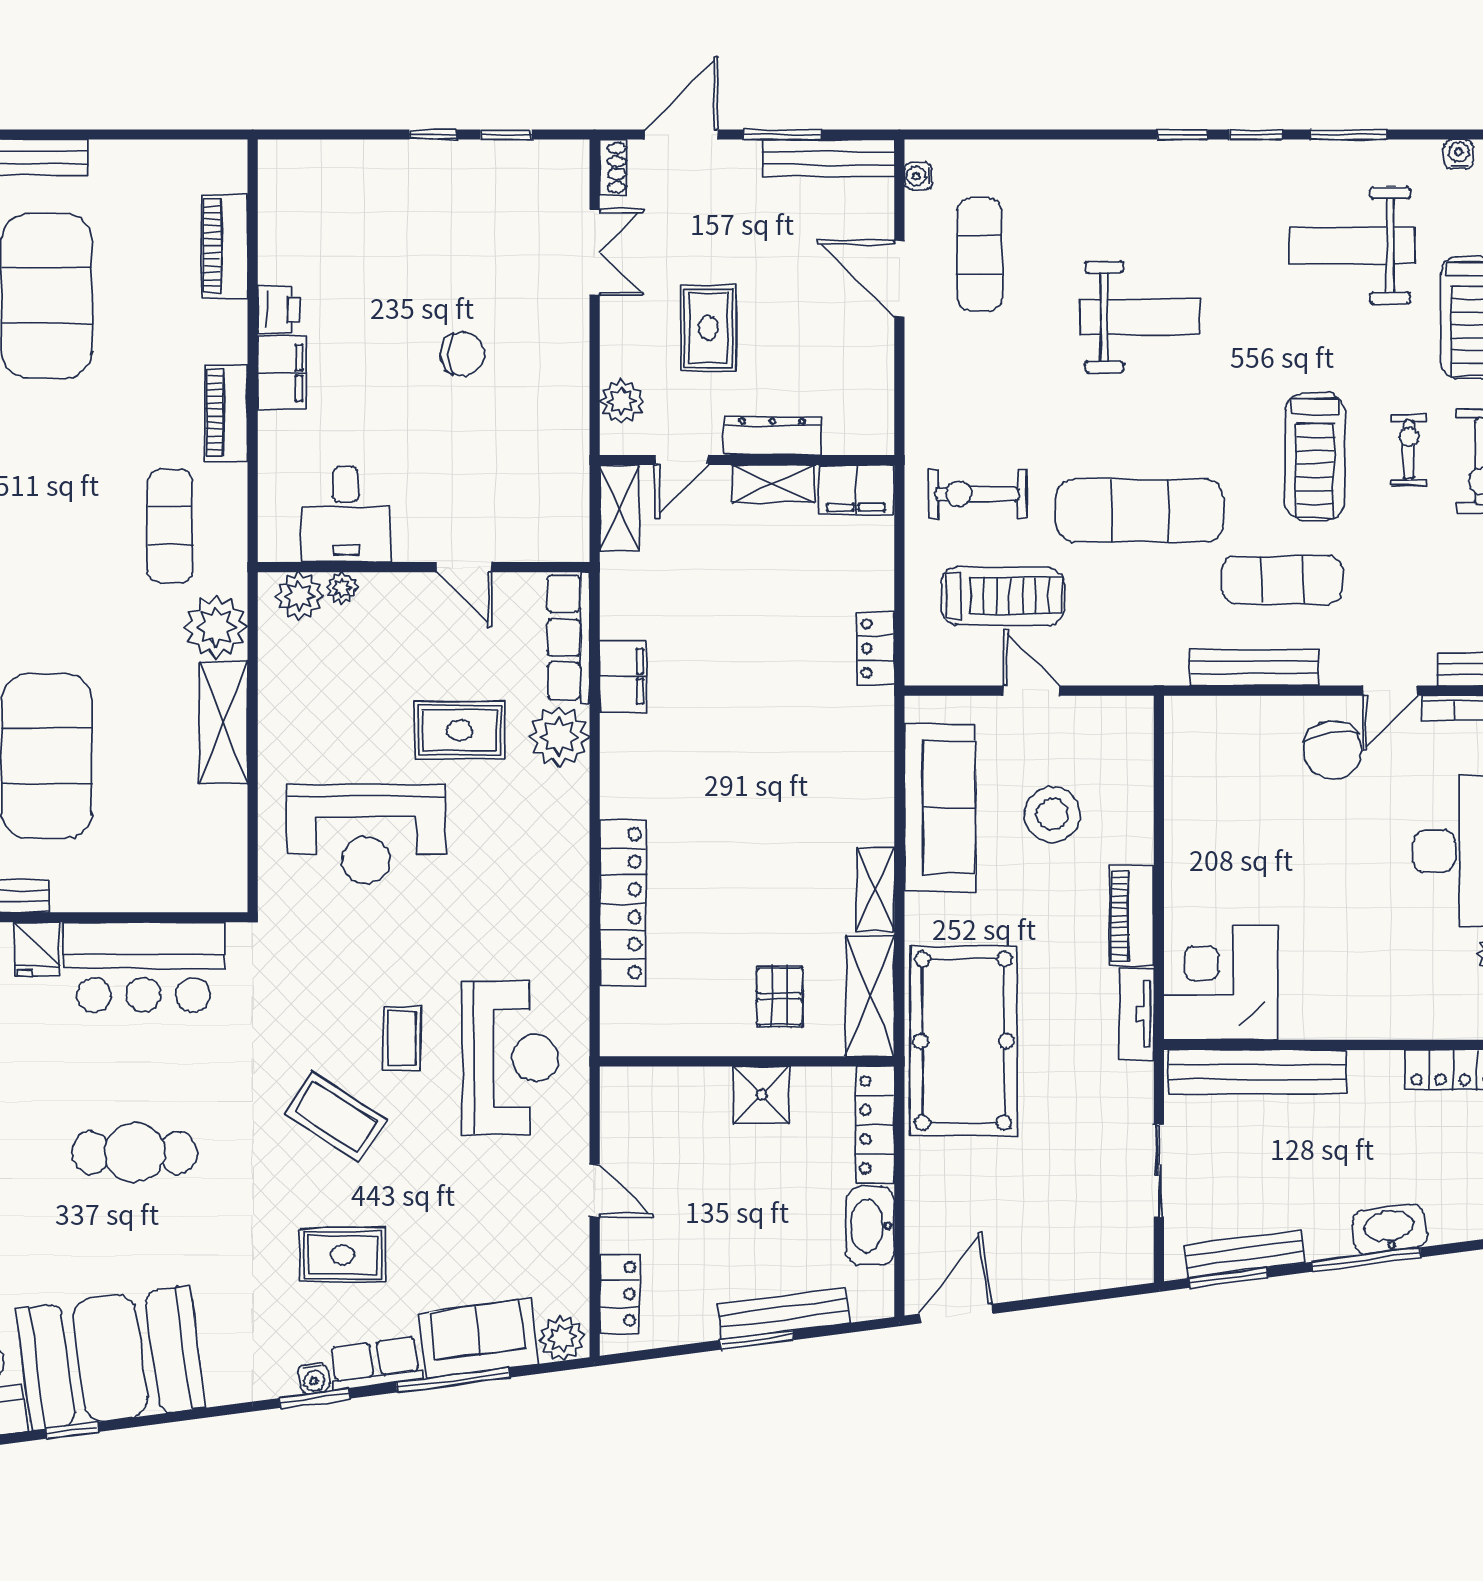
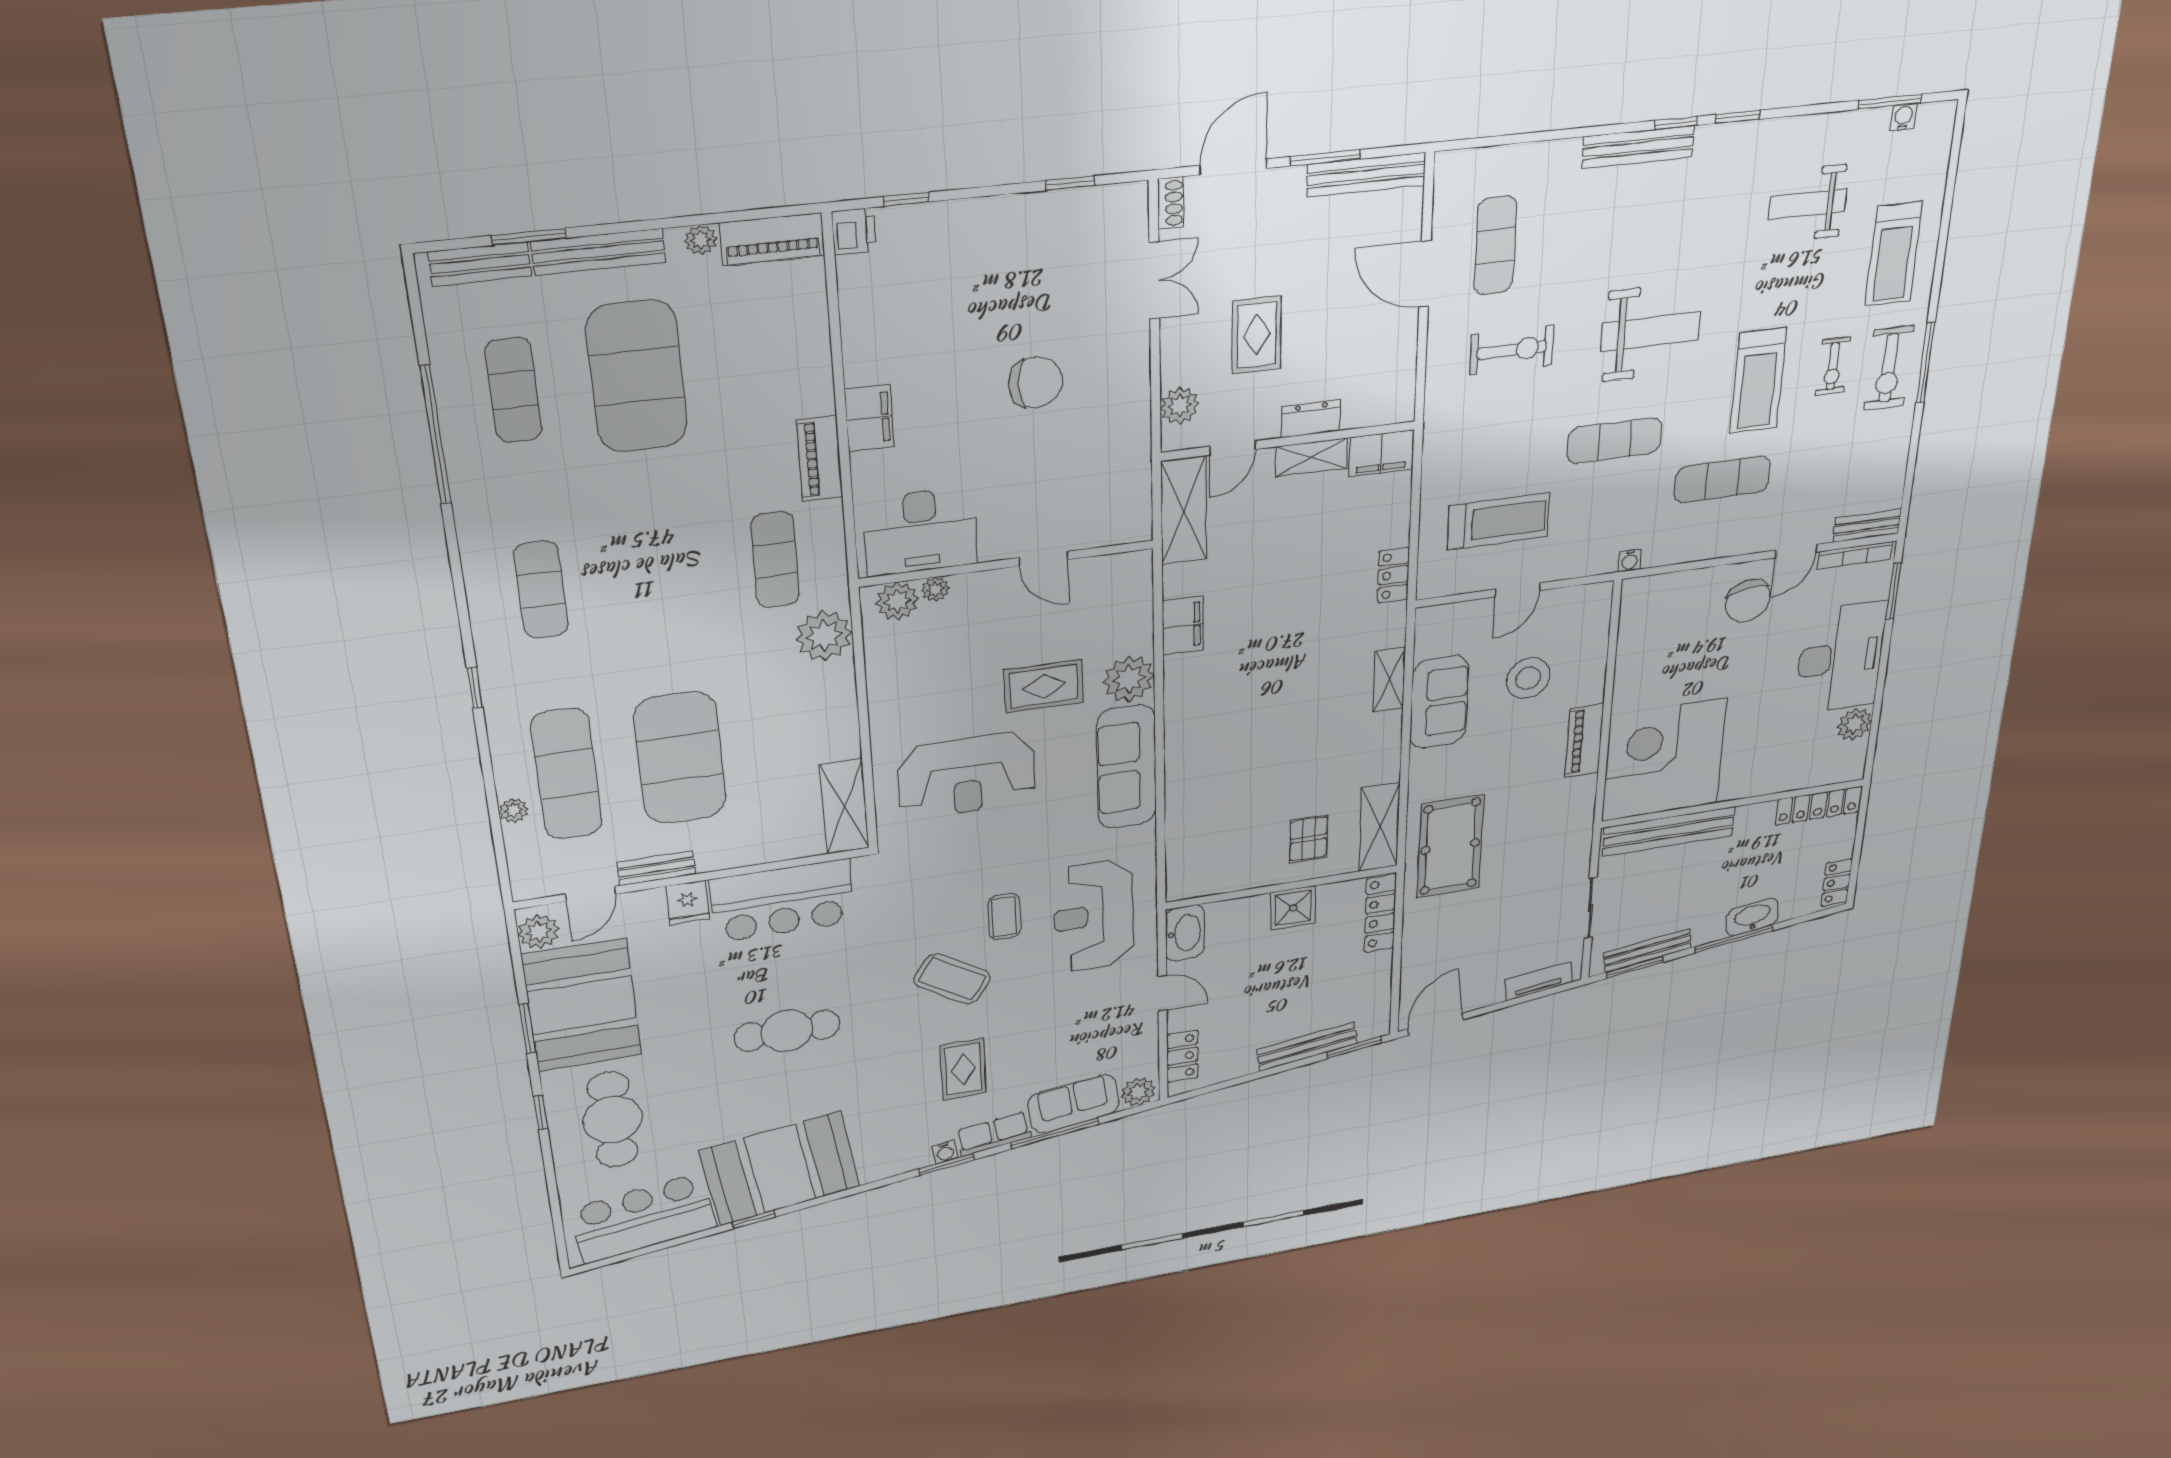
window: (433, 135) -> (906, 199), moved
window: (1348, 135) -> (1890, 102), moved
plant: (125, 156) -> (701, 240), added
water cooler: (918, 176) -> (1630, 560), moved, turned -90
weight bench: (1353, 245) -> (1808, 204), width x0.73, depth x0.75
piano: (225, 246) -> (772, 239), moved, turned -90
printer: (279, 309) -> (854, 231), moved
weight bench: (1140, 317) -> (1651, 332), moved
chair: (462, 354) -> (1036, 382), width x1.37, depth x1.37
dresser: (772, 436) -> (1311, 419), width x0.70
exercise bike: (1409, 450) -> (1833, 366), turned 180
exercise bike: (977, 494) -> (1512, 350), moved, turned 180
shelving: (619, 508) -> (1184, 511), width x1.50, depth x1.33
exercise mat: (1140, 511) -> (1614, 440), width x0.73, depth x0.69
desk: (346, 514) -> (921, 531), width x1.37
row of seats: (568, 637) -> (1136, 602), removed
bench: (1254, 668) -> (1638, 147), moved
door: (1031, 691) -> (1518, 590), swing flipped
shelving: (223, 723) -> (844, 807), moved
sofa: (940, 808) -> (1439, 702), width x0.73
sofa: (555, 855) -> (1127, 767), added
shelving: (876, 889) -> (1389, 680), moved
locker: (623, 903) -> (1183, 793), removed
corner desk: (1221, 983) -> (1664, 760), width x1.36, depth x1.36
tv unit: (1137, 1014) -> (1538, 981), moved, turned 82
pool table: (963, 1041) -> (1450, 846), width x0.73, depth x0.76
reception desk: (510, 1058) -> (1094, 916), turned 180
washbasin: (870, 1226) -> (1185, 933), moved, turned 180
rug: (342, 1255) -> (963, 1069), turned 90
window: (757, 1340) -> (1354, 1047), moved

